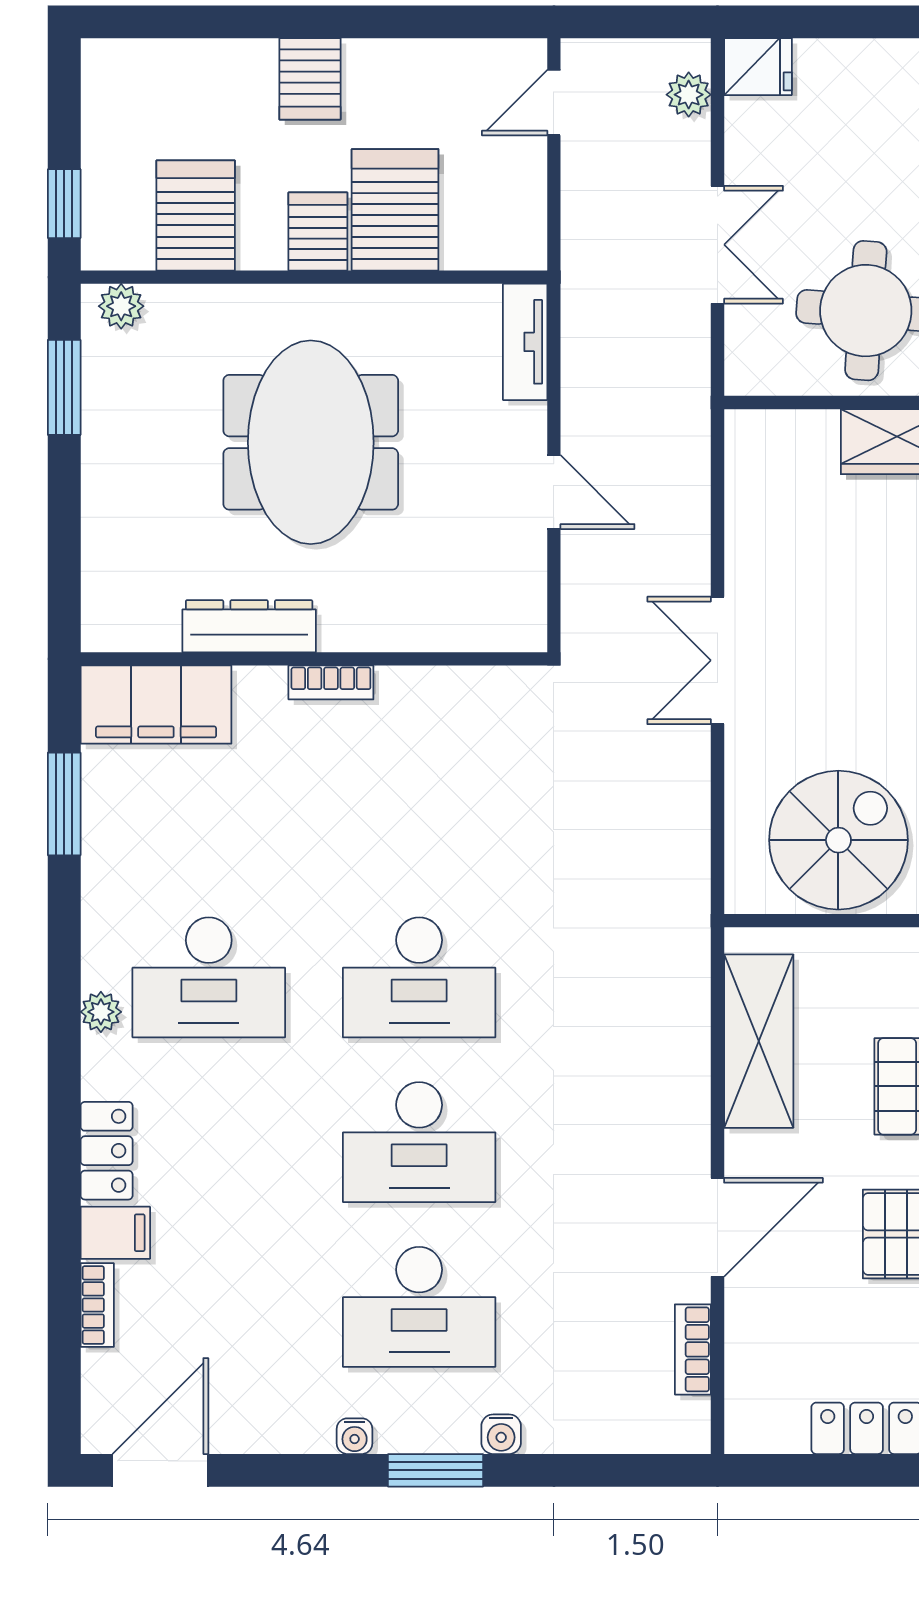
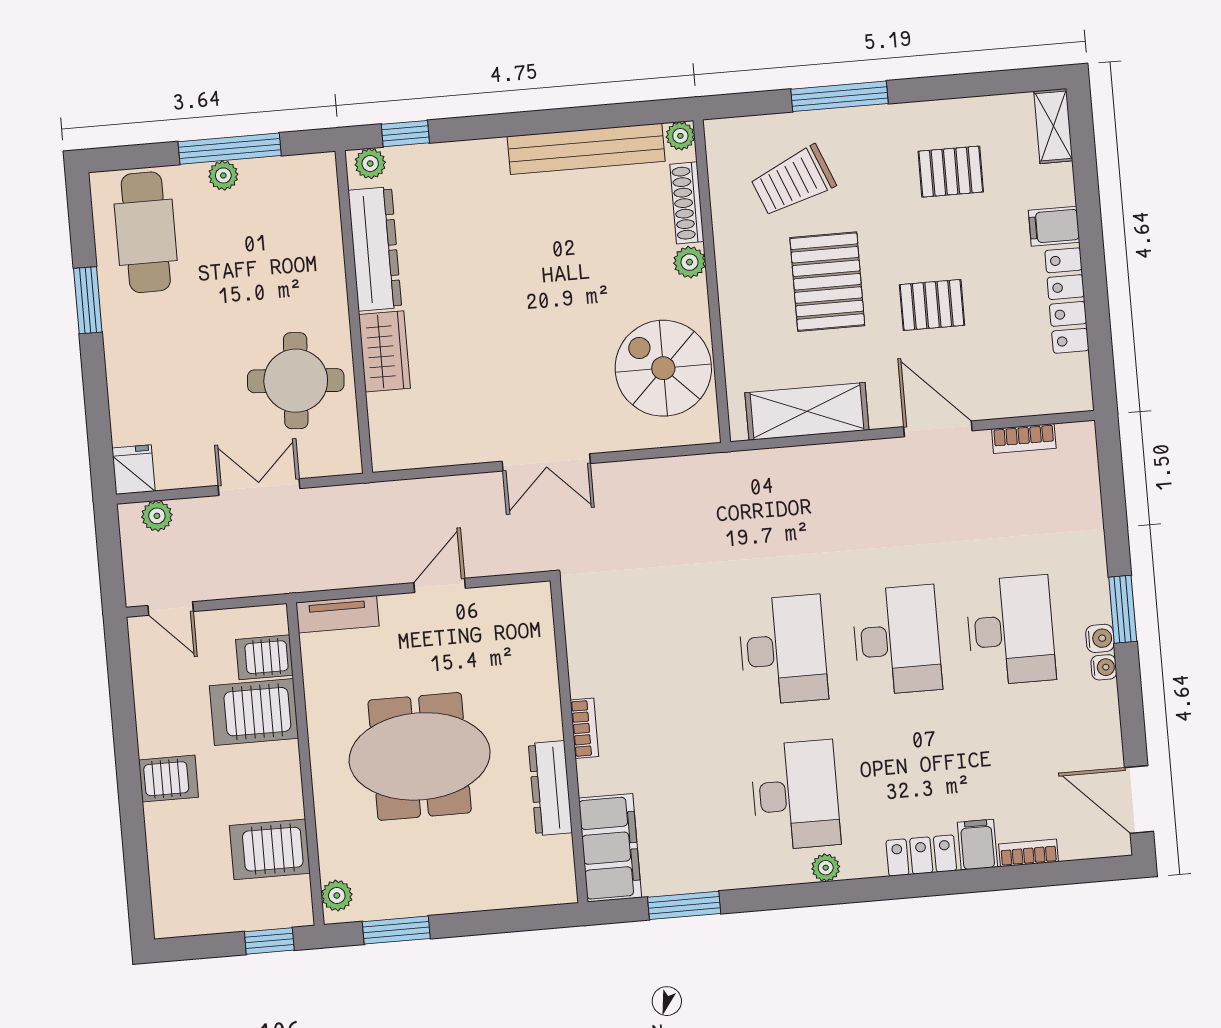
server rack: (318, 231) -> (264, 657), moved
water cooler: (501, 1434) -> (1100, 638), moved

